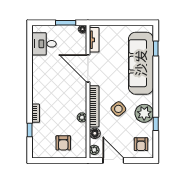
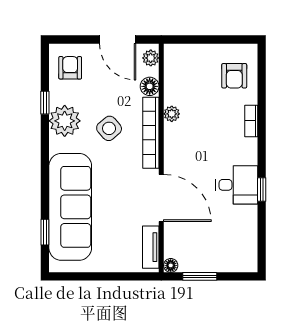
desk: (44, 44) -> (237, 185), moved
window: (30, 130) -> (262, 190), moved
armchair: (63, 143) -> (234, 76), moved, turned 180

